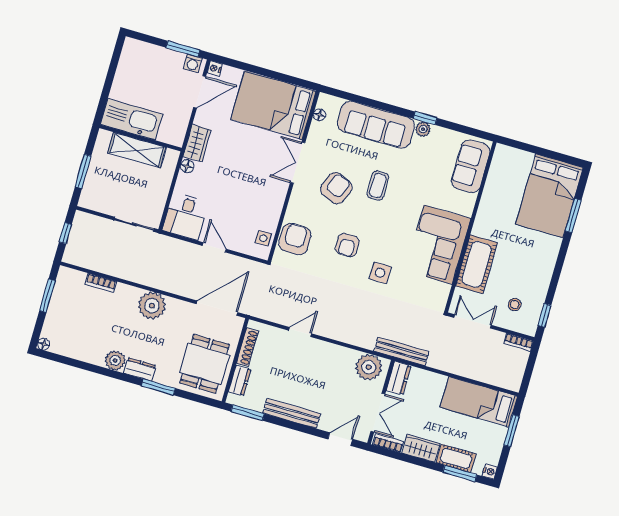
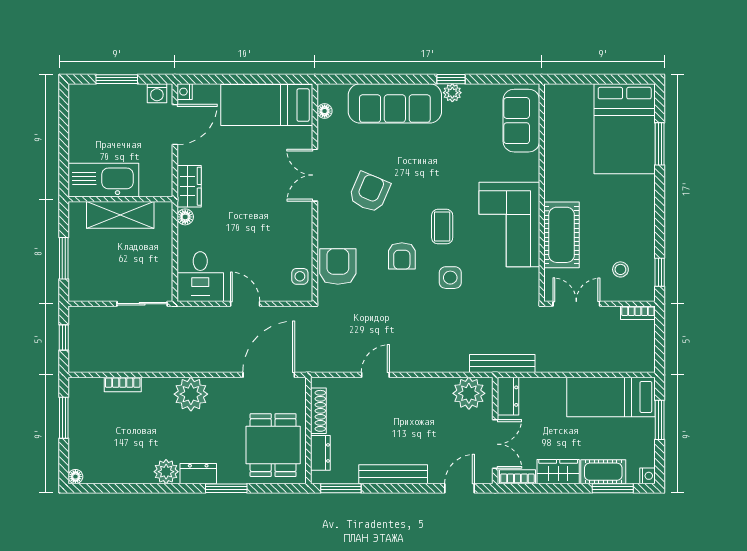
window: (183, 49) -> (117, 79), moved
bed: (273, 105) -> (267, 105), width x0.67
coffee table: (378, 186) -> (442, 227), moved

